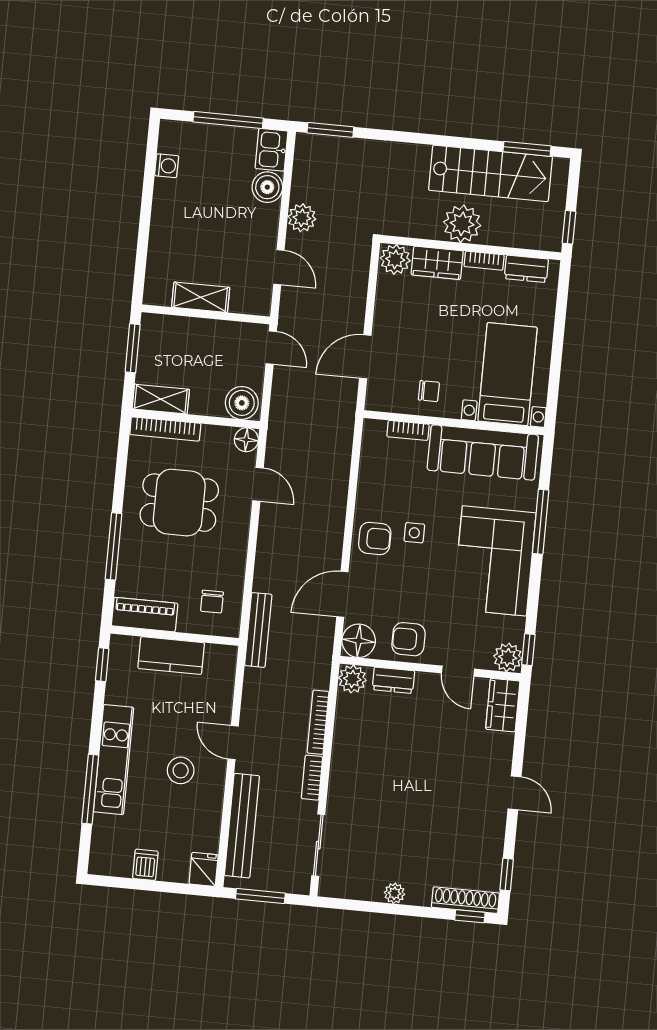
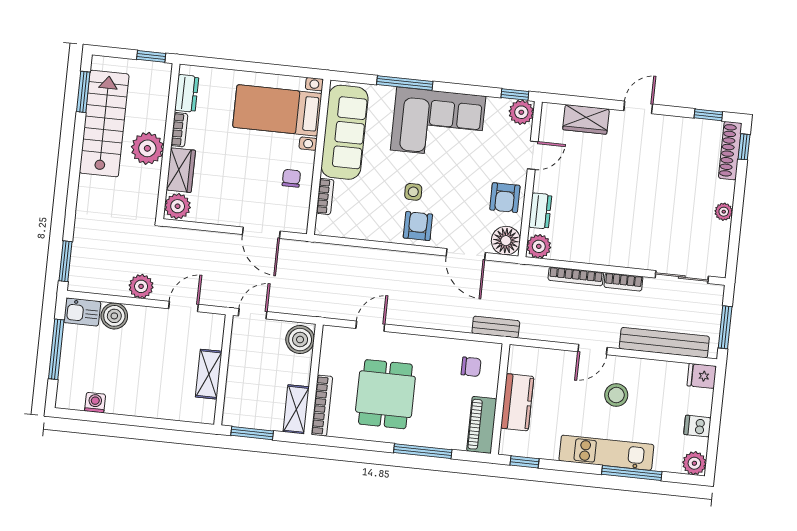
floor lamp: (246, 440) -> (332, 336), removed
bench: (258, 630) -> (496, 327), width x0.73
wardrobe: (503, 705) -> (586, 119), moved
plant: (102, 862) -> (694, 463), added

